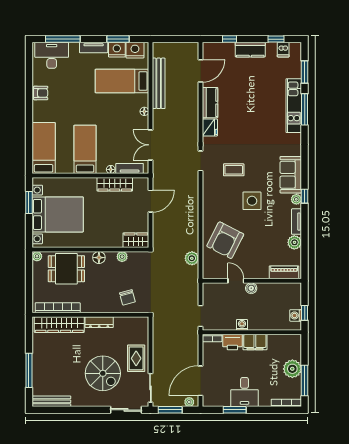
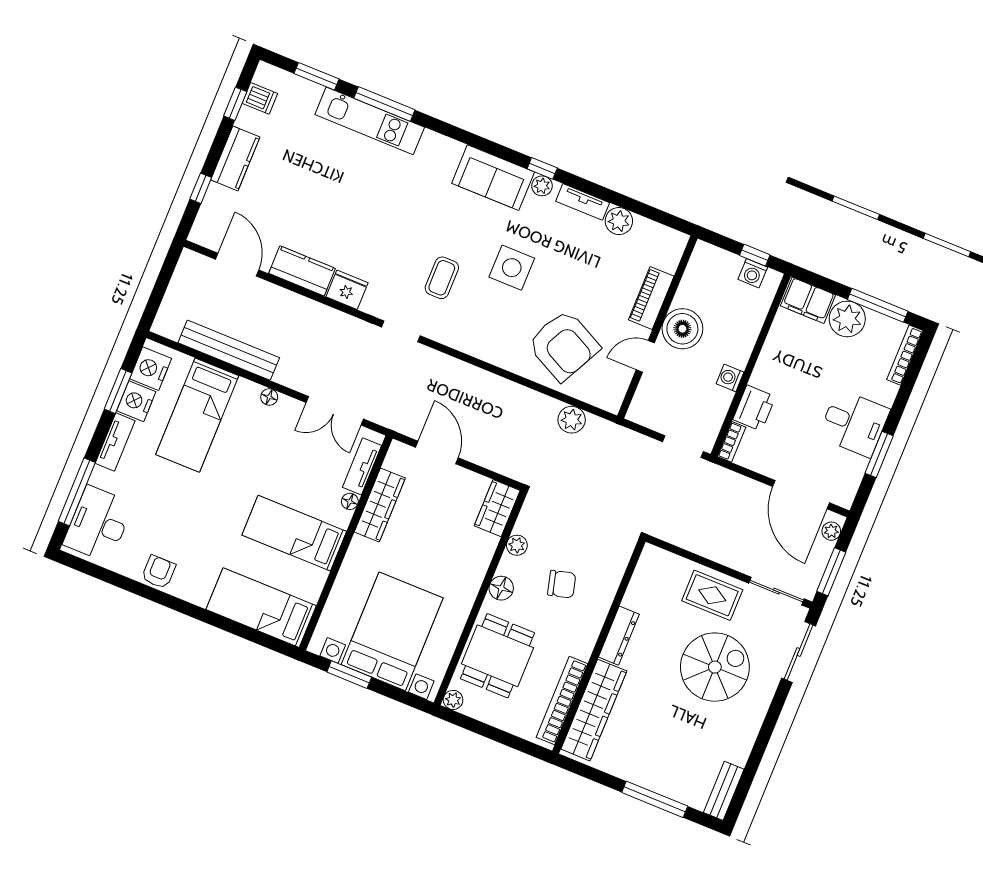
piano: (284, 272) -> (651, 298), moved
boiler: (251, 288) -> (682, 329), width x1.86, depth x1.86
chair: (127, 297) -> (562, 584), moved
filing cabinet: (255, 342) -> (808, 300), moved, turned 90
bench: (51, 401) -> (724, 791), width x0.73

